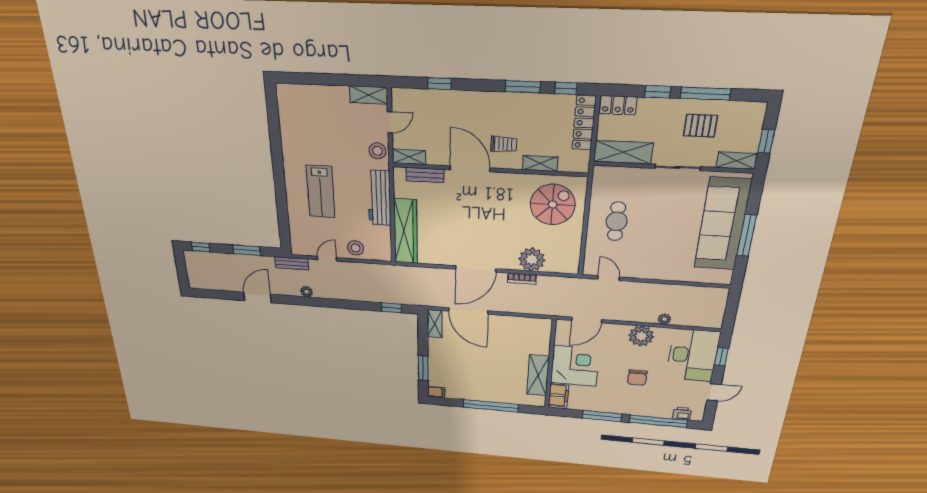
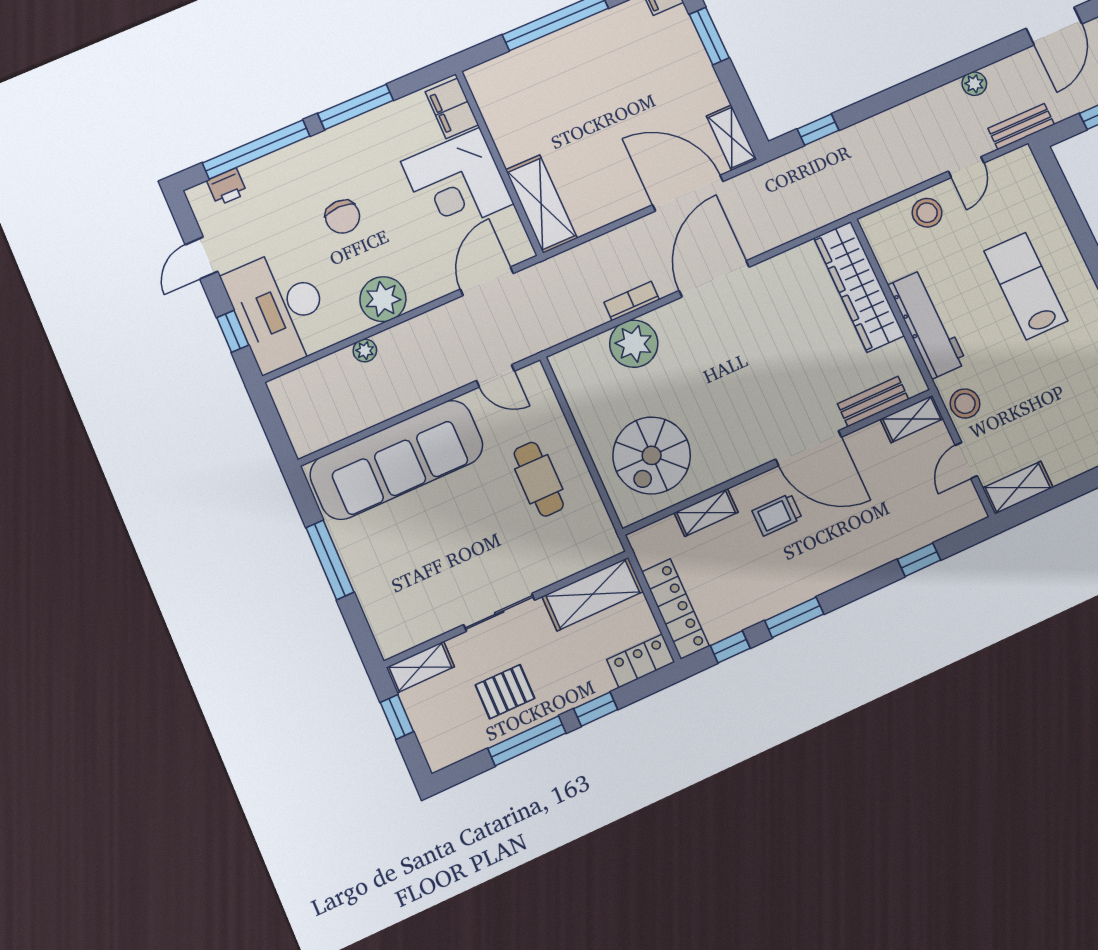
sofa: (722, 224) -> (397, 460), moved, turned 90
shelving: (538, 375) -> (541, 204), moved
chair: (637, 378) -> (343, 217), turned 180

